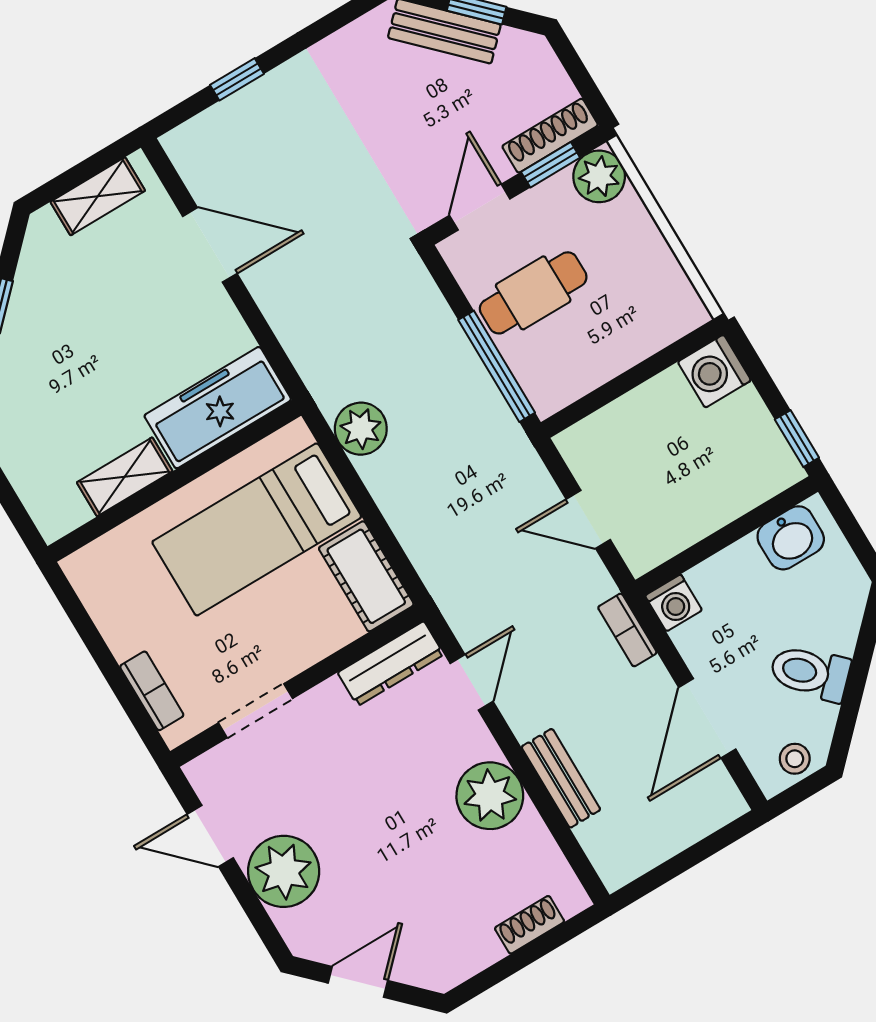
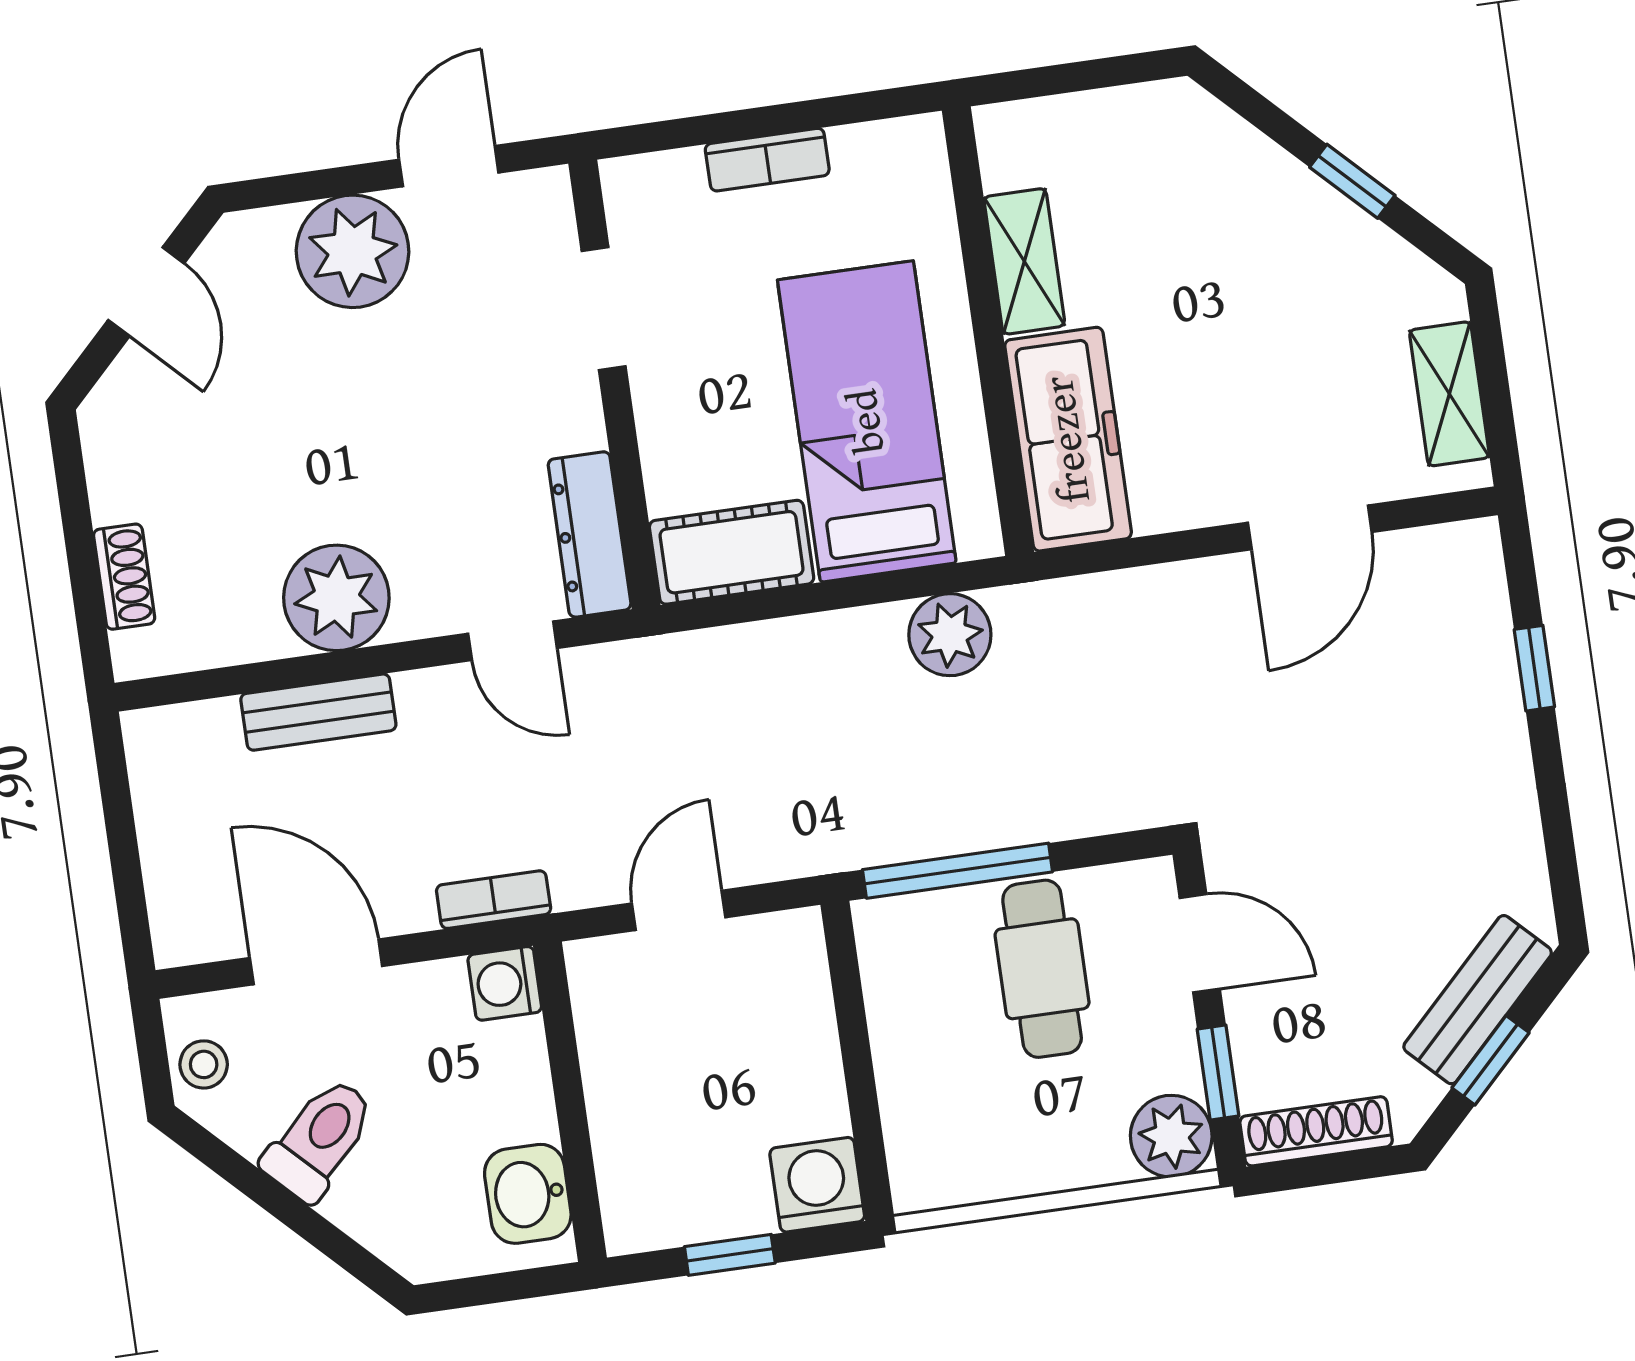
shoe rack: (550, 136) -> (1316, 1131), moved, turned -90
window: (797, 439) -> (730, 1255), moved
bookcase: (152, 691) -> (767, 160), moved

